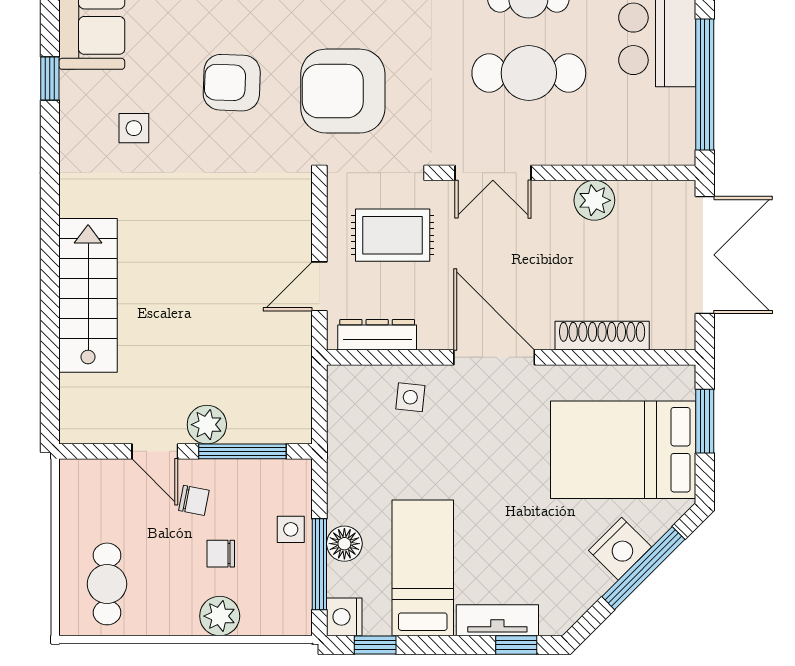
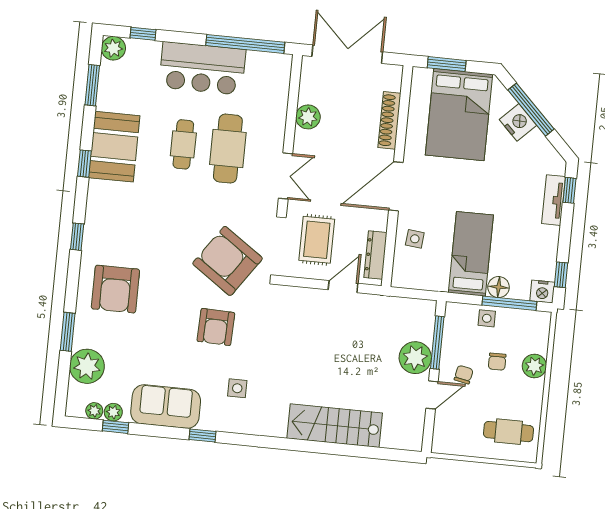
armchair: (343, 91) -> (228, 261), turned 125
door: (319, 286) -> (343, 287), swing flipped
plant: (207, 425) -> (415, 358), width x1.36, depth x1.36
bed: (423, 568) -> (471, 254), moved, turned 90

